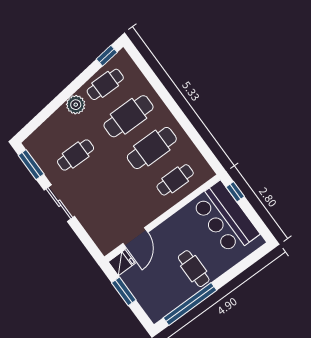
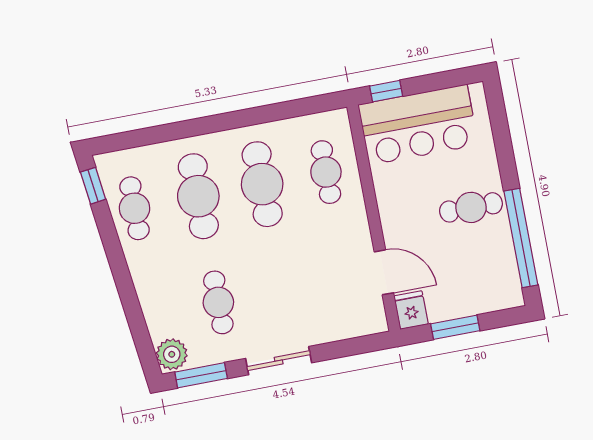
plant: (76, 105) -> (172, 354), moved

